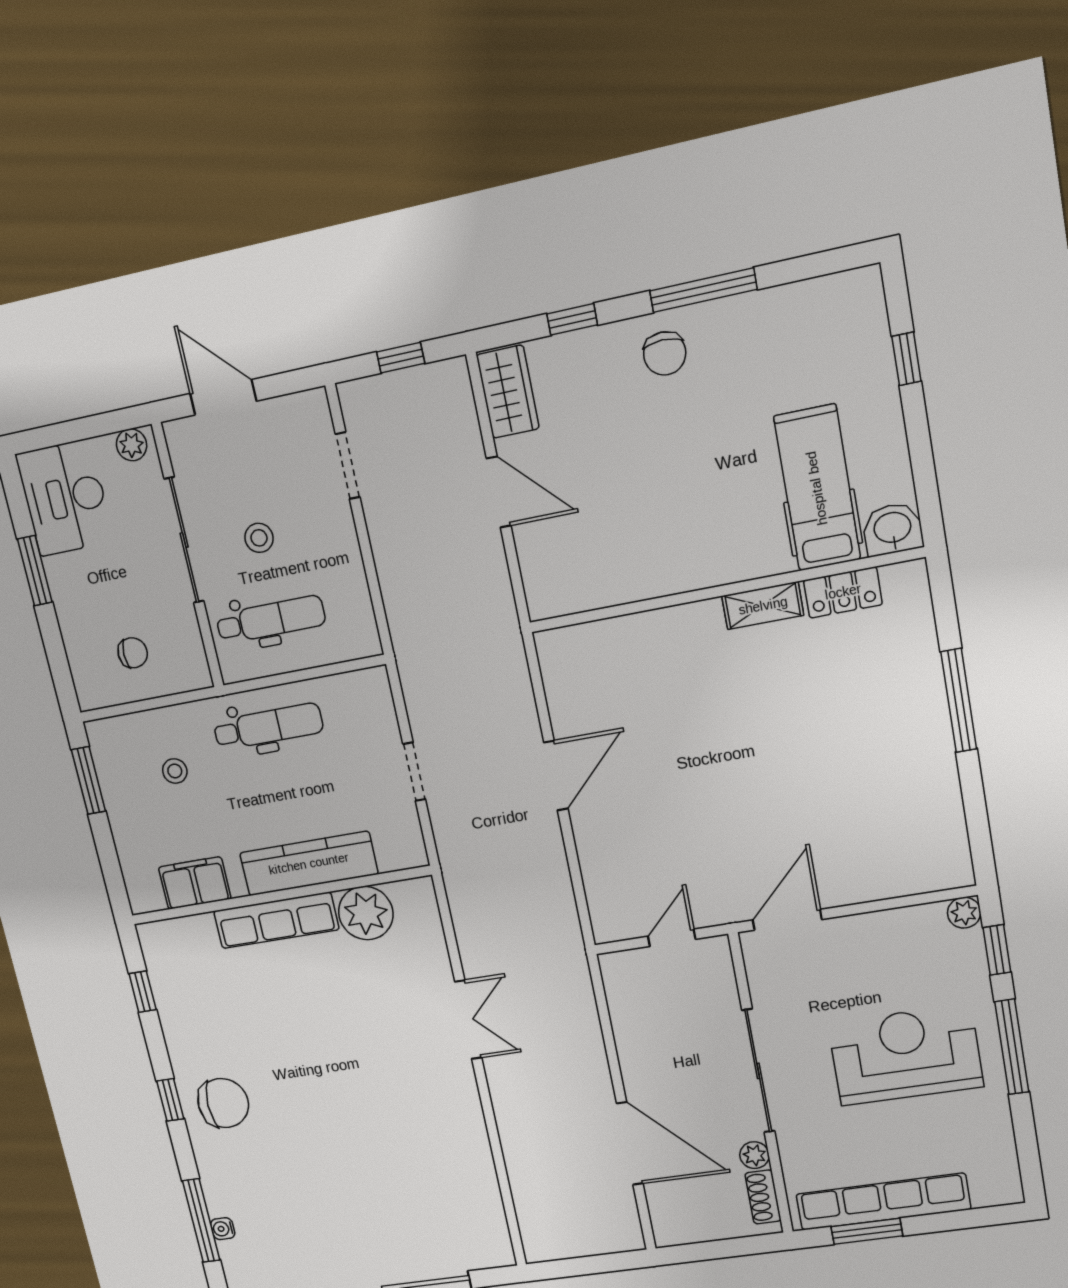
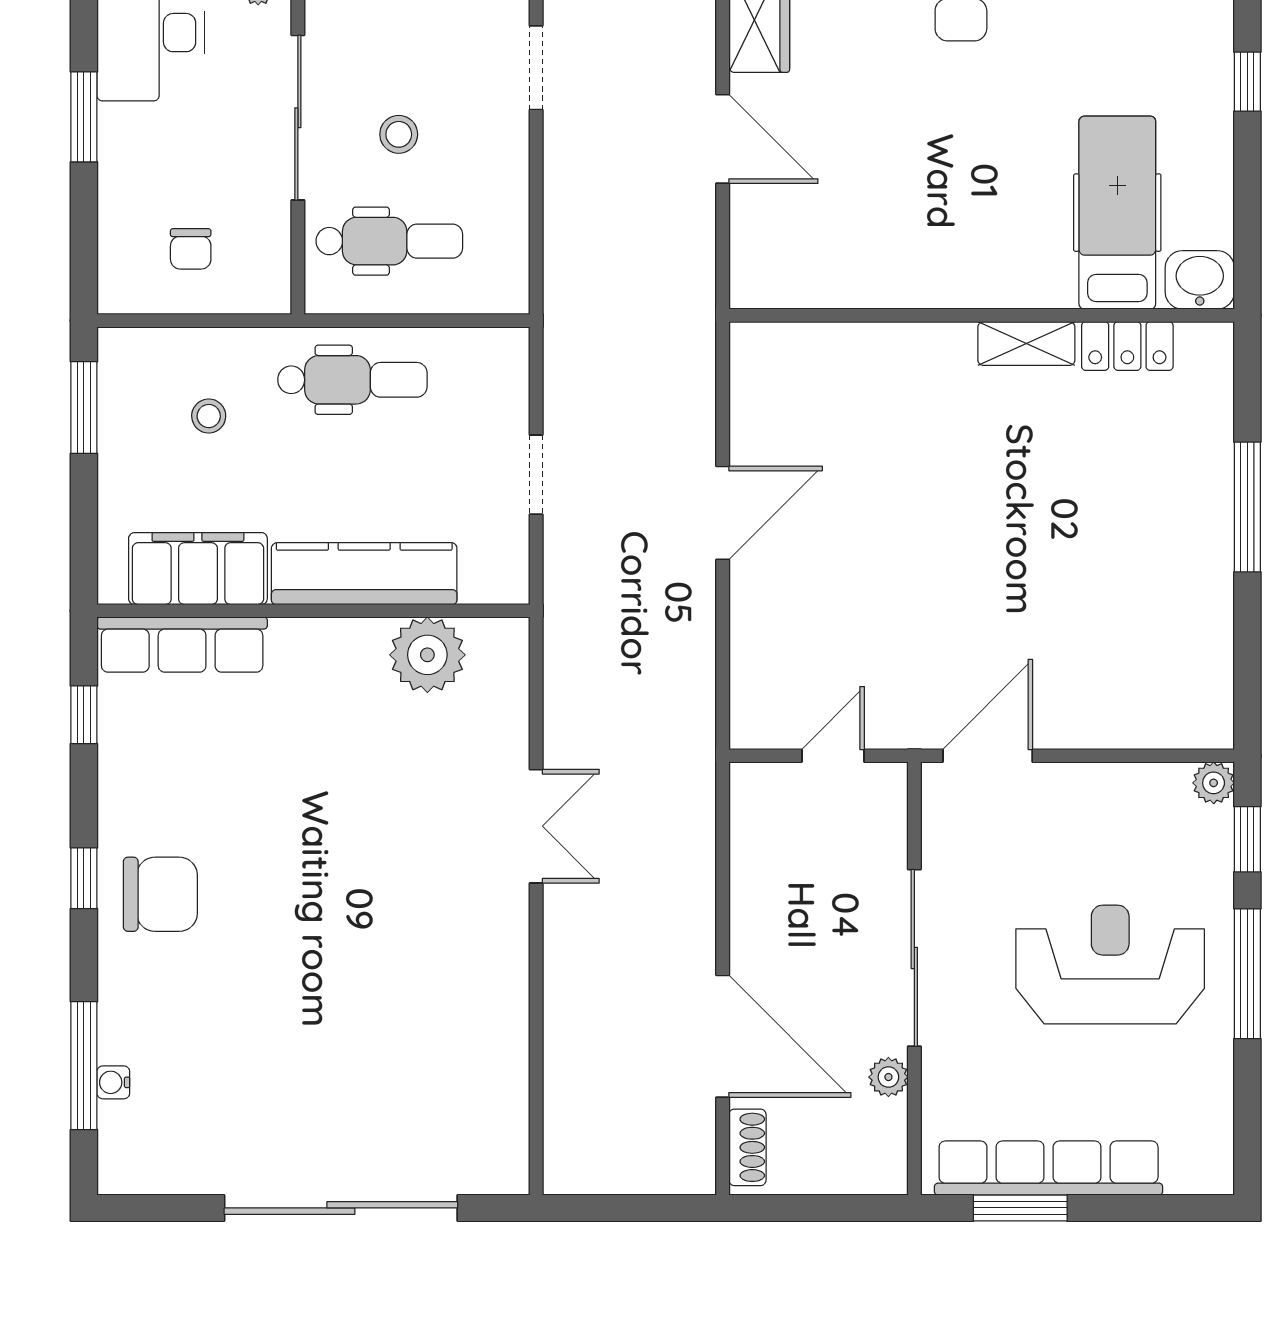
chair: (133, 653) -> (191, 249), turned 90
filing cabinet: (195, 883) -> (198, 569), width x1.50, depth x1.17
row of seats: (276, 920) -> (182, 645), moved
shoe rack: (763, 1197) -> (747, 1147), moved, turned 180

